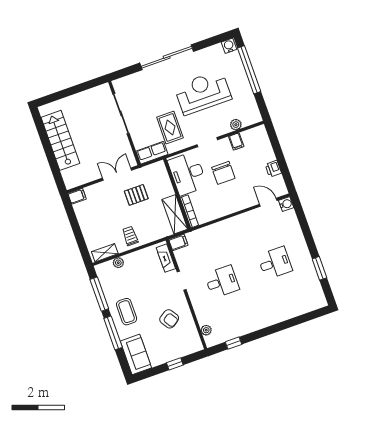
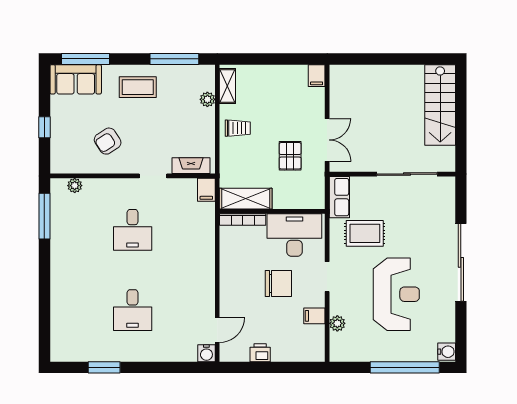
stairs: (60, 140) -> (440, 105), moved, turned 90
chair: (223, 173) -> (278, 284), turned 180
window: (113, 333) -> (86, 59), moved
window: (233, 343) -> (44, 216), width x2.17

